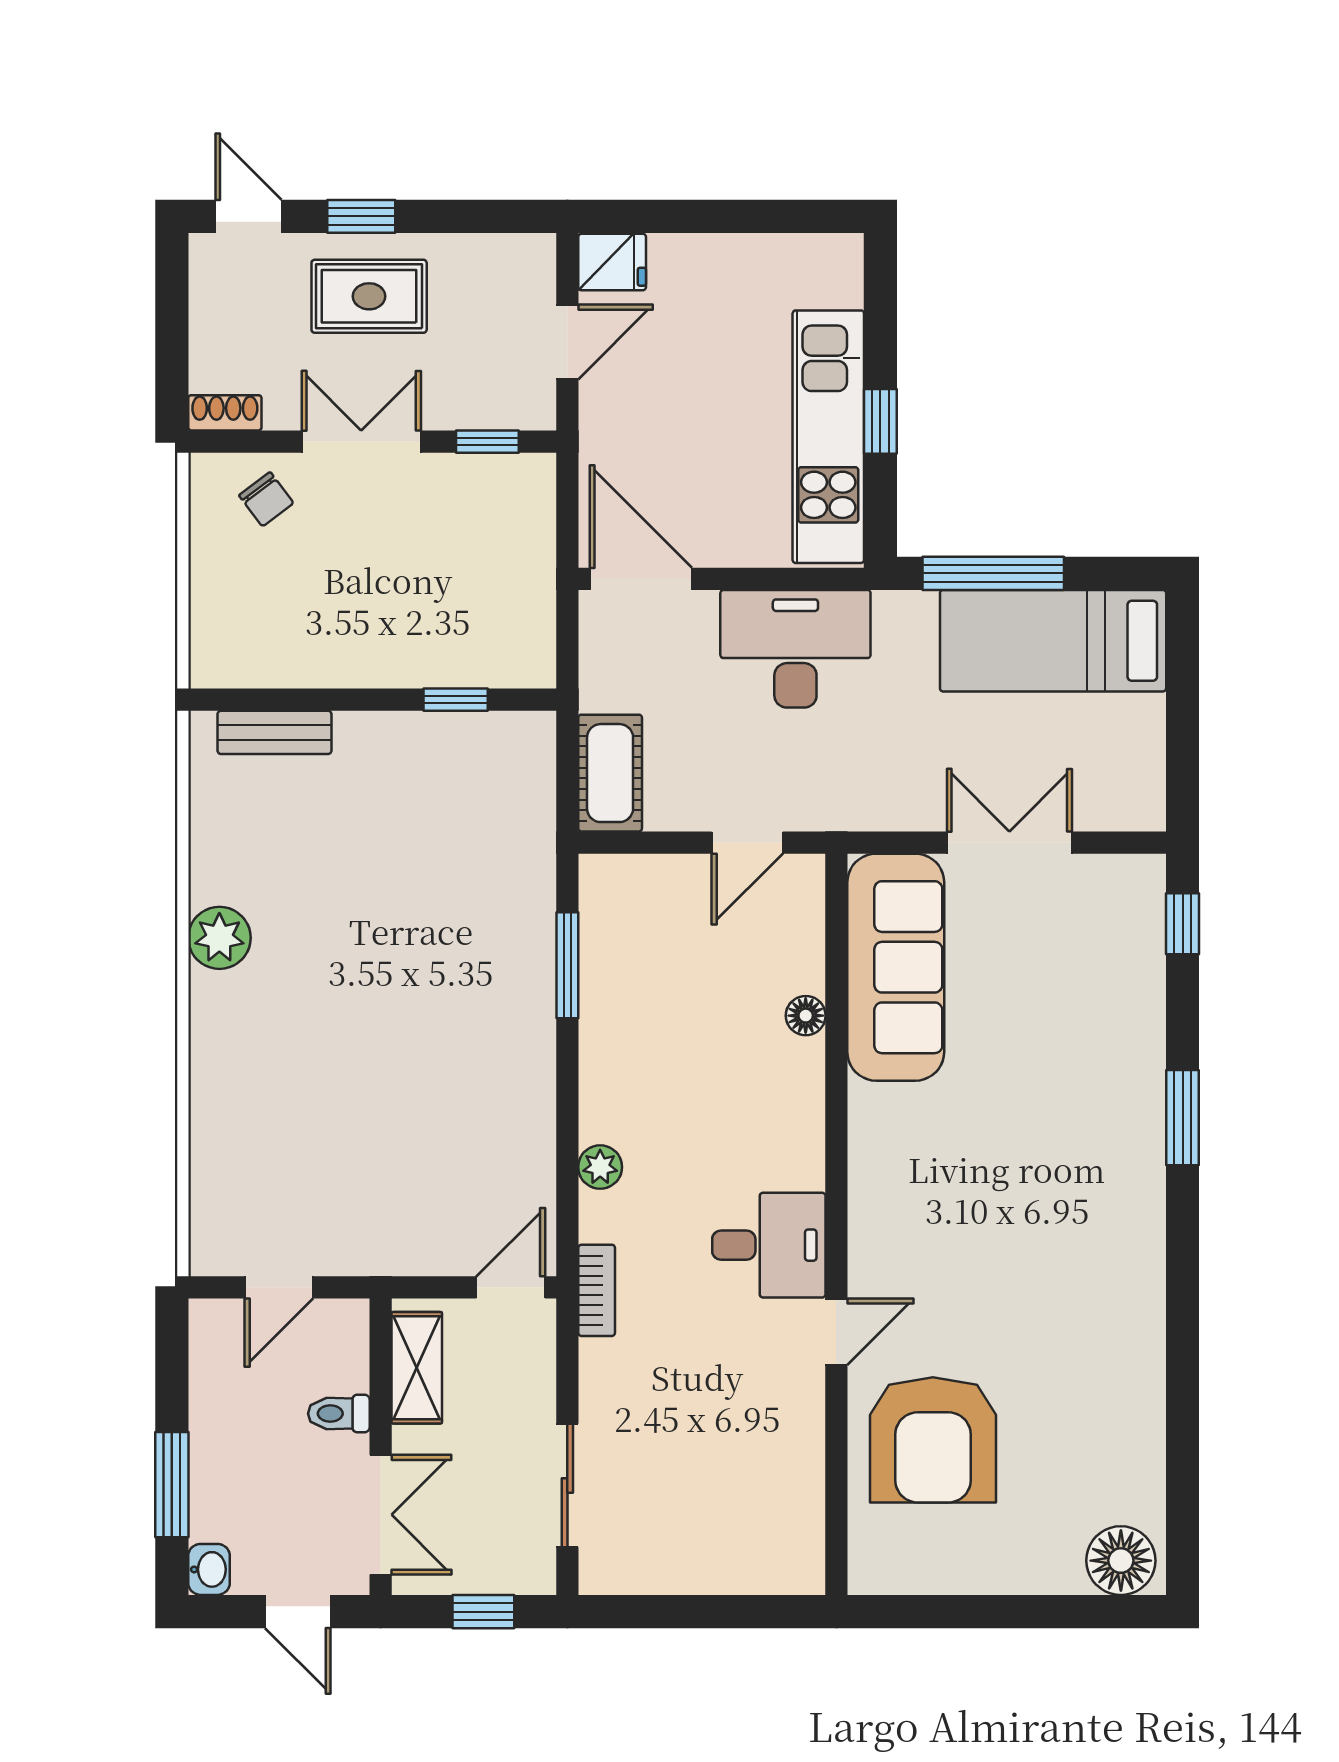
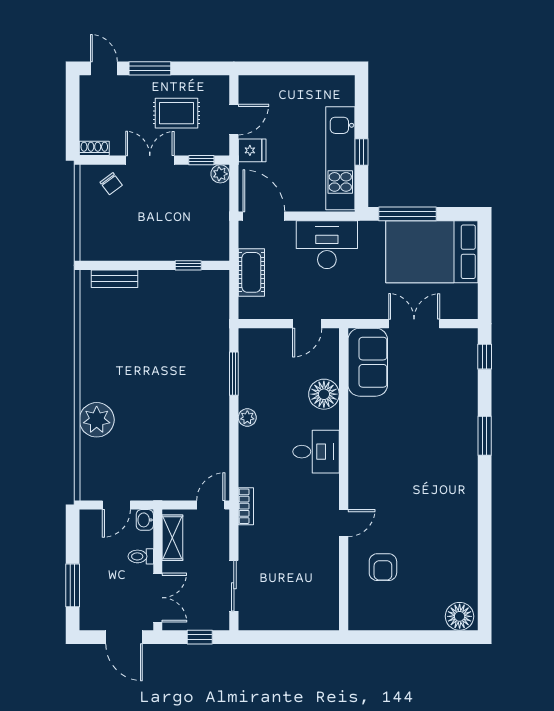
window: (361, 216) -> (150, 68), width x1.50
fridge: (612, 262) -> (252, 150), moved
rug: (369, 296) -> (176, 113), moved
plant: (534, 475) -> (220, 174), added
bed: (1053, 641) -> (432, 252), width x1.50
cot: (610, 773) -> (251, 272), moved
plant: (219, 938) -> (97, 420), moved, width x1.36, depth x1.36
sofa: (896, 967) -> (368, 362), width x0.73
floor lamp: (806, 1016) -> (324, 394), width x1.89, depth x1.89
plant: (600, 1167) -> (247, 418), moved
desk: (769, 1245) -> (316, 452), moved
armchair: (933, 1440) -> (383, 567), width x0.53, depth x0.53
washbasin: (209, 1569) -> (145, 520), moved, turned 180
door: (298, 1612) -> (124, 637), width x1.38

